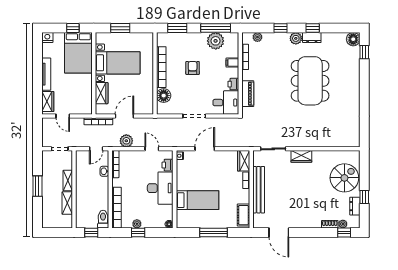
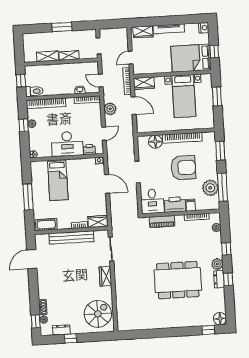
armchair: (193, 68) -> (183, 168), width x1.88, depth x1.88
printer: (233, 84) -> (175, 205), width x1.87, depth x1.48
wardrobe: (102, 93) -> (144, 83), moved
door: (63, 116) -> (131, 58), moved
spiral stairs: (344, 178) -> (98, 314), moved, turned -90

